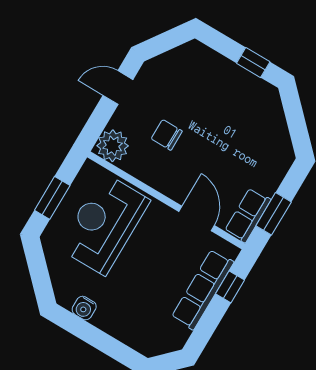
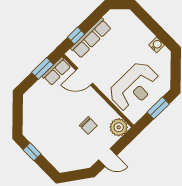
door: (197, 219) -> (84, 77), hinge flipped

